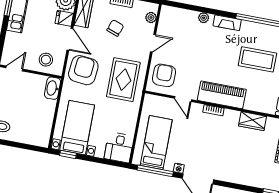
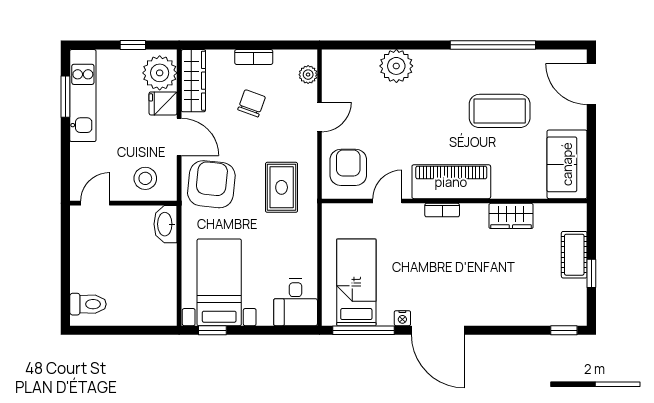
plant: (204, 18) -> (396, 66), width x1.87, depth x1.87
fireplace: (227, 23) -> (437, 59), removed
rug: (123, 80) -> (282, 187), width x0.73, depth x0.70
door: (183, 99) -> (387, 201), swing flipped

